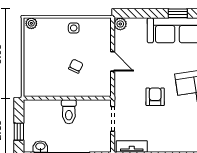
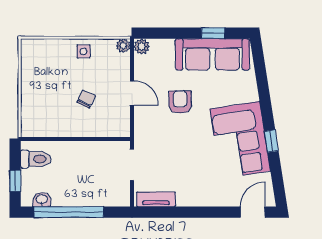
plant: (31, 23) -> (123, 46), moved
armchair: (155, 97) -> (180, 102), moved
toilet: (69, 112) -> (36, 159), moved, turned -90

